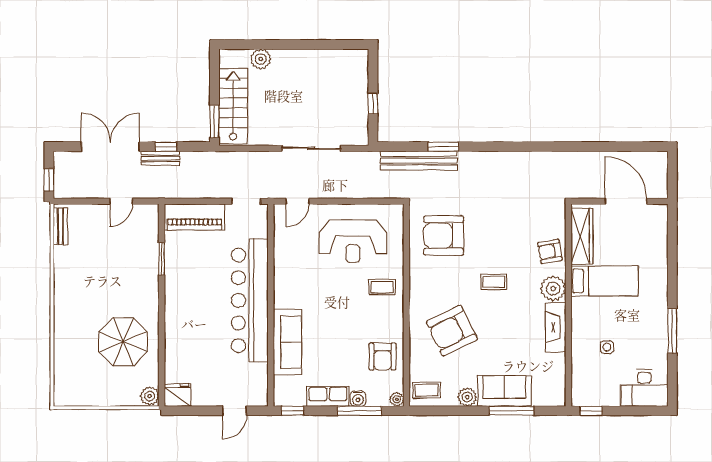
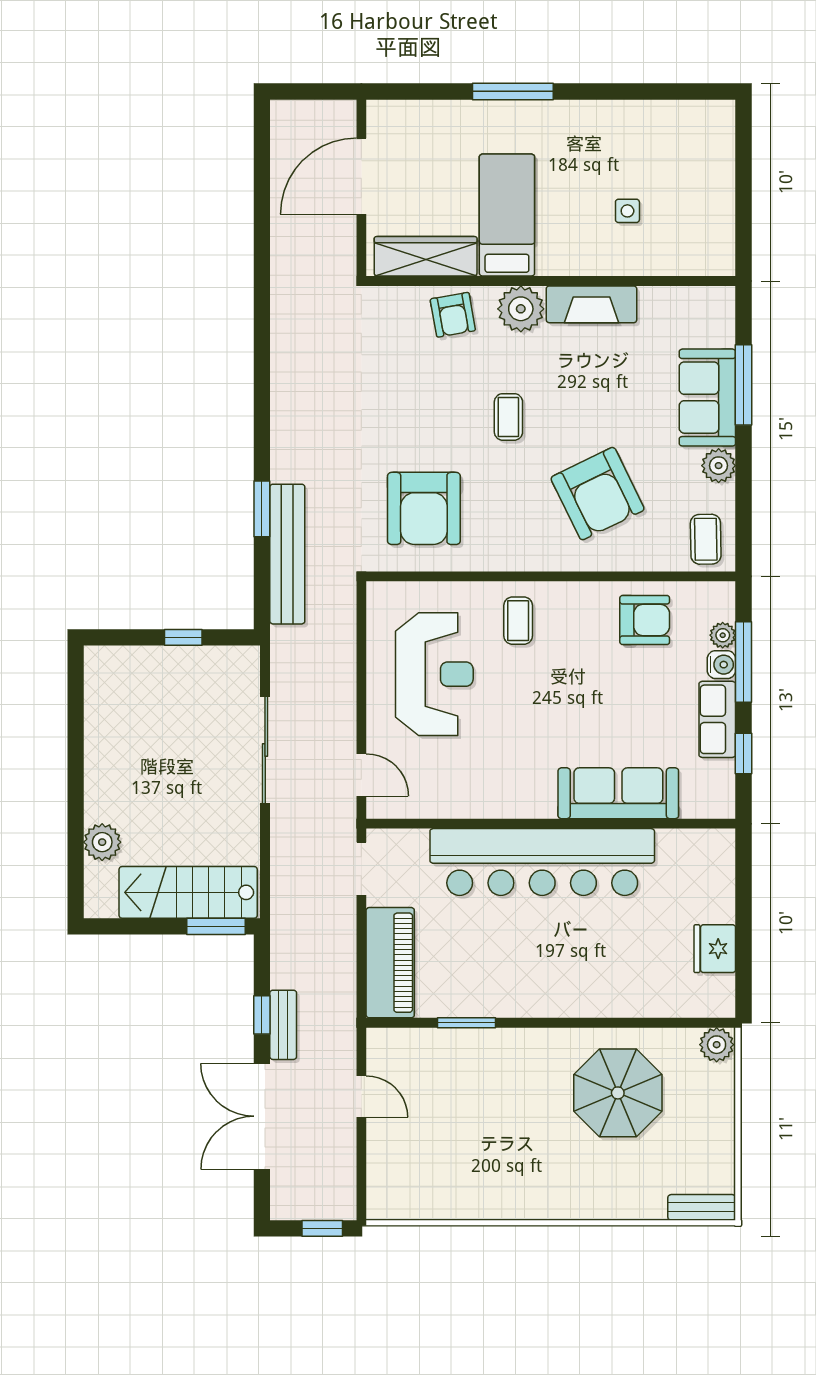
bench: (60, 226) -> (702, 1207), moved
window: (672, 331) -> (513, 91), moved
desk: (644, 388) -> (702, 142), removed
fridge: (177, 395) -> (715, 949), moved
plant: (397, 399) -> (723, 635), moved
door: (234, 411) -> (744, 890), removed
window: (292, 411) -> (744, 754), moved
window: (591, 411) -> (744, 239), removed

